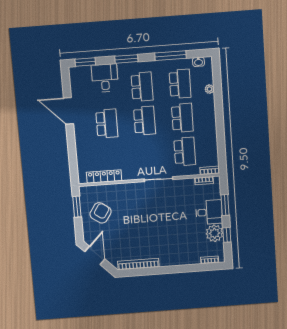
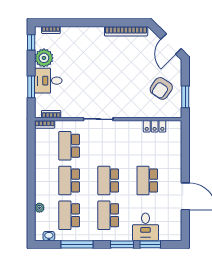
window: (85, 62) -> (150, 244), moved
locker: (104, 176) -> (155, 126), width x0.66
window: (227, 235) -> (31, 42), moved

